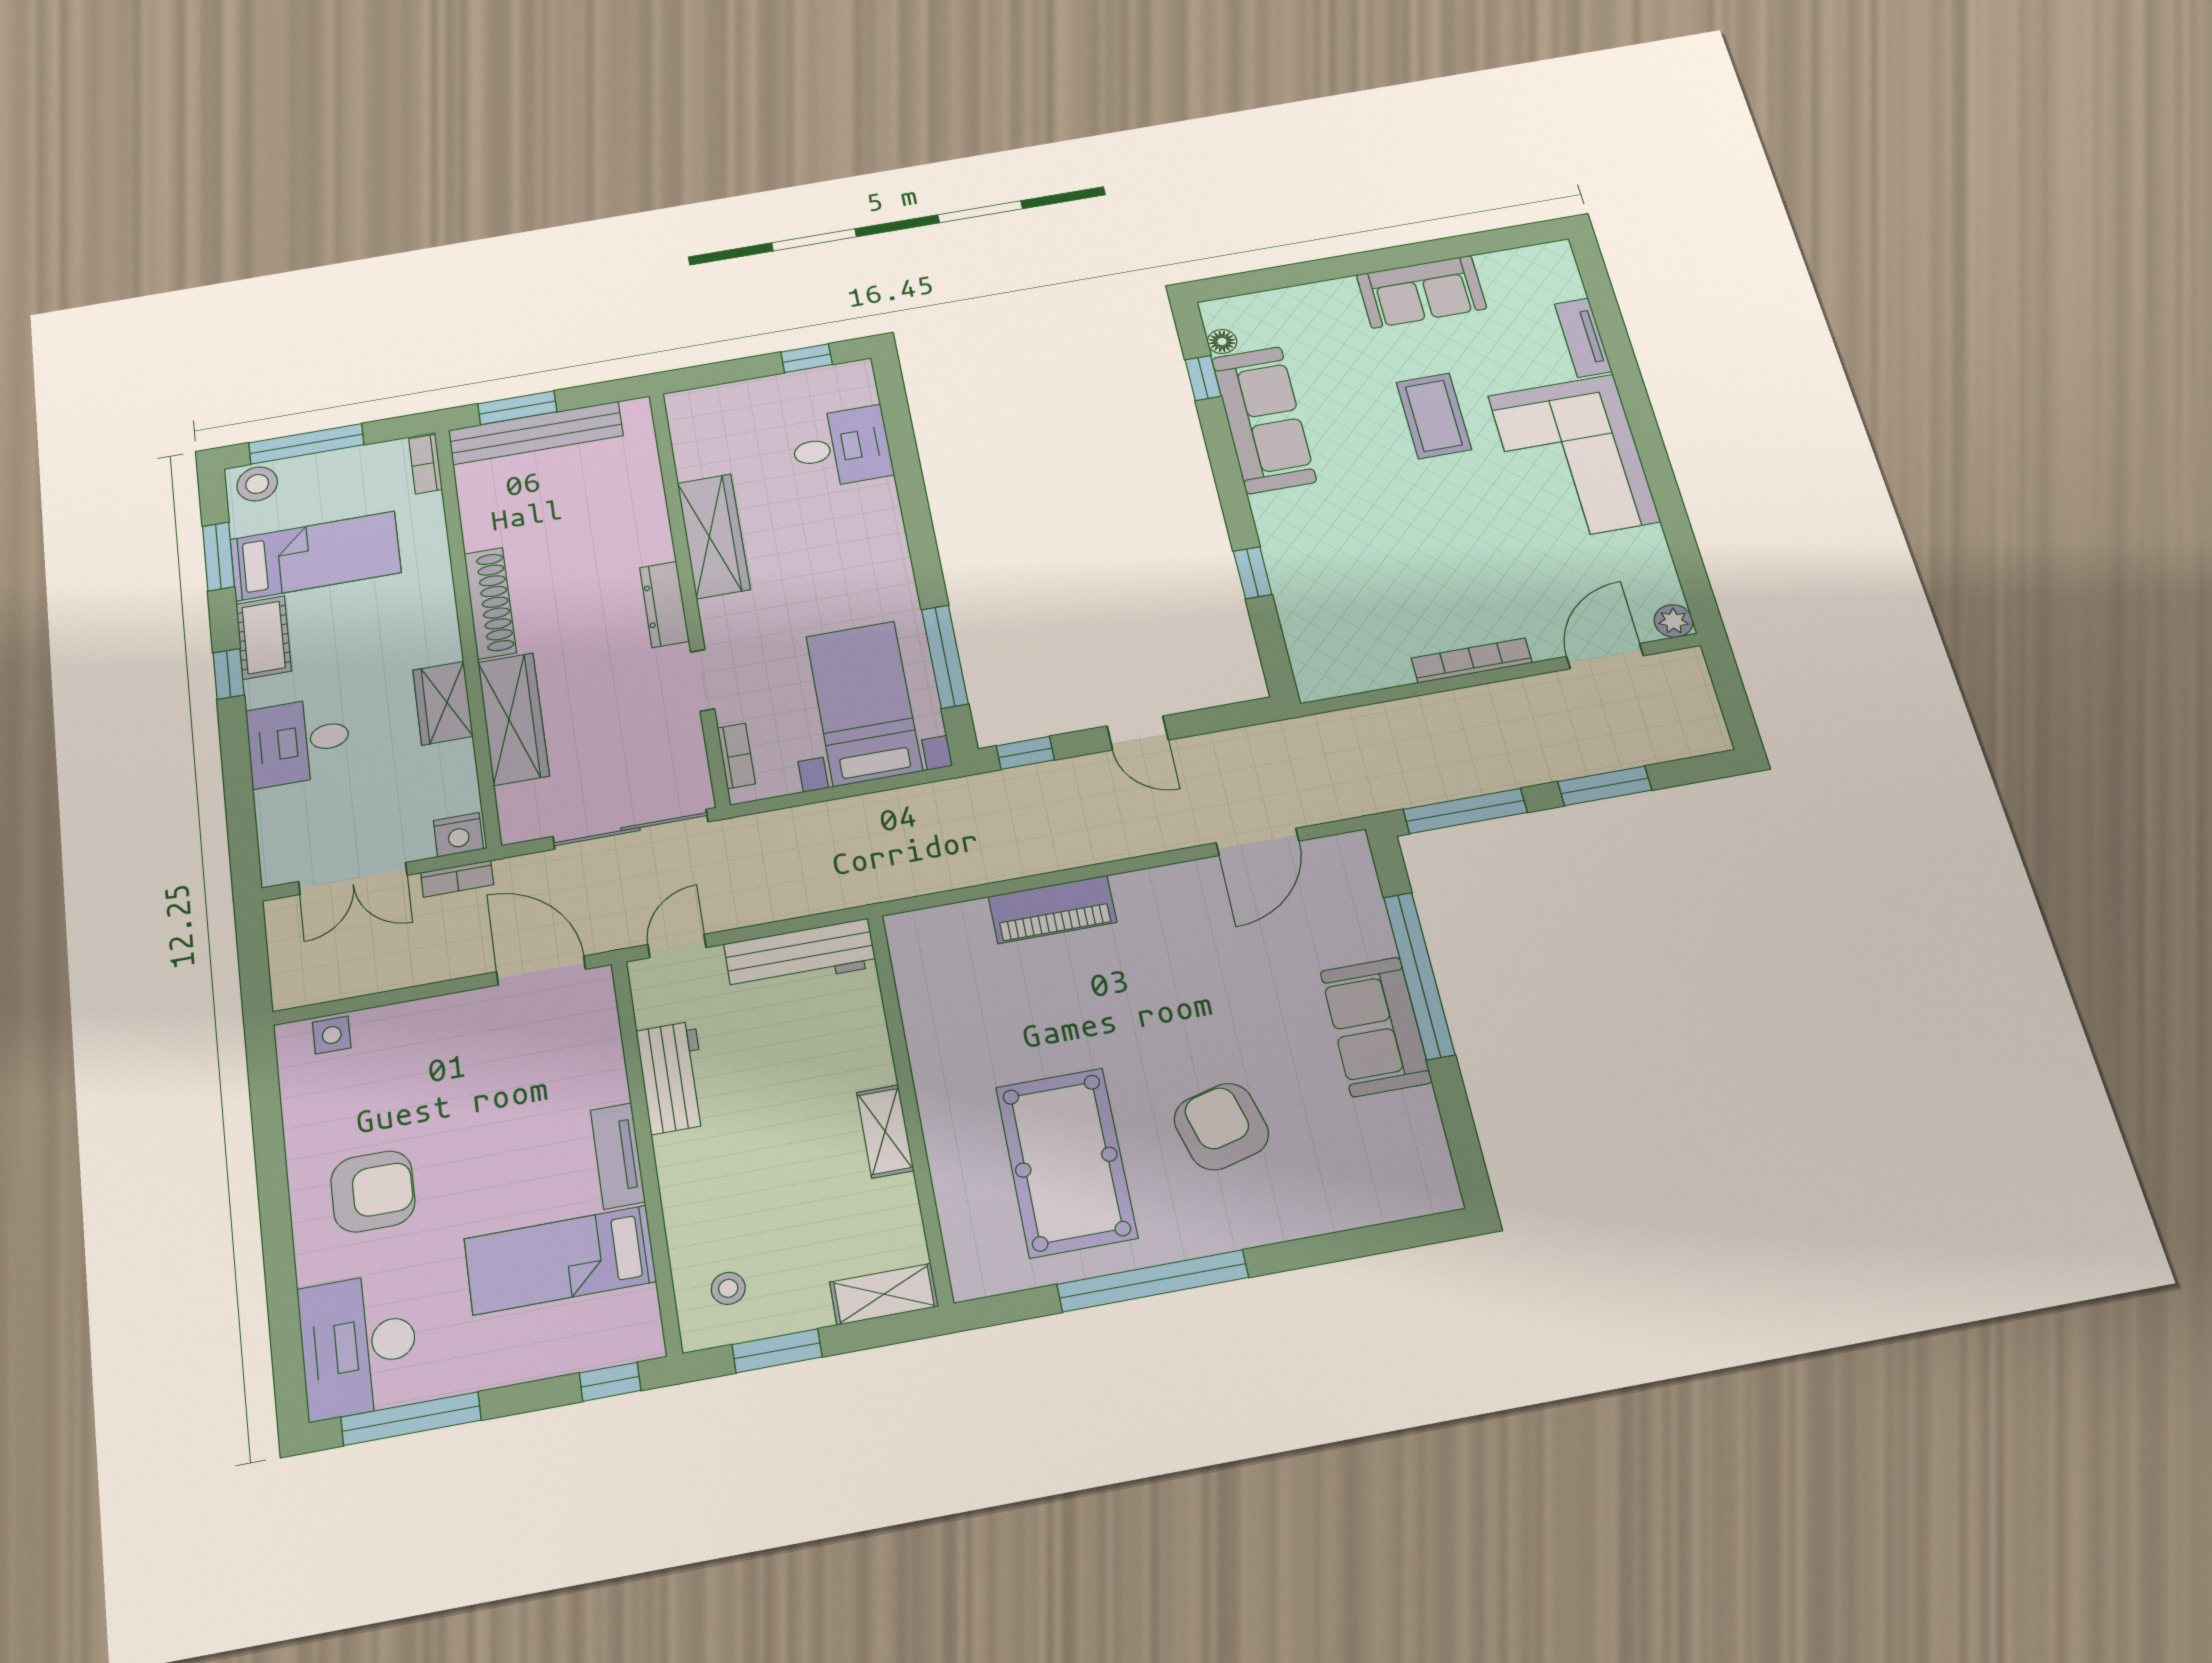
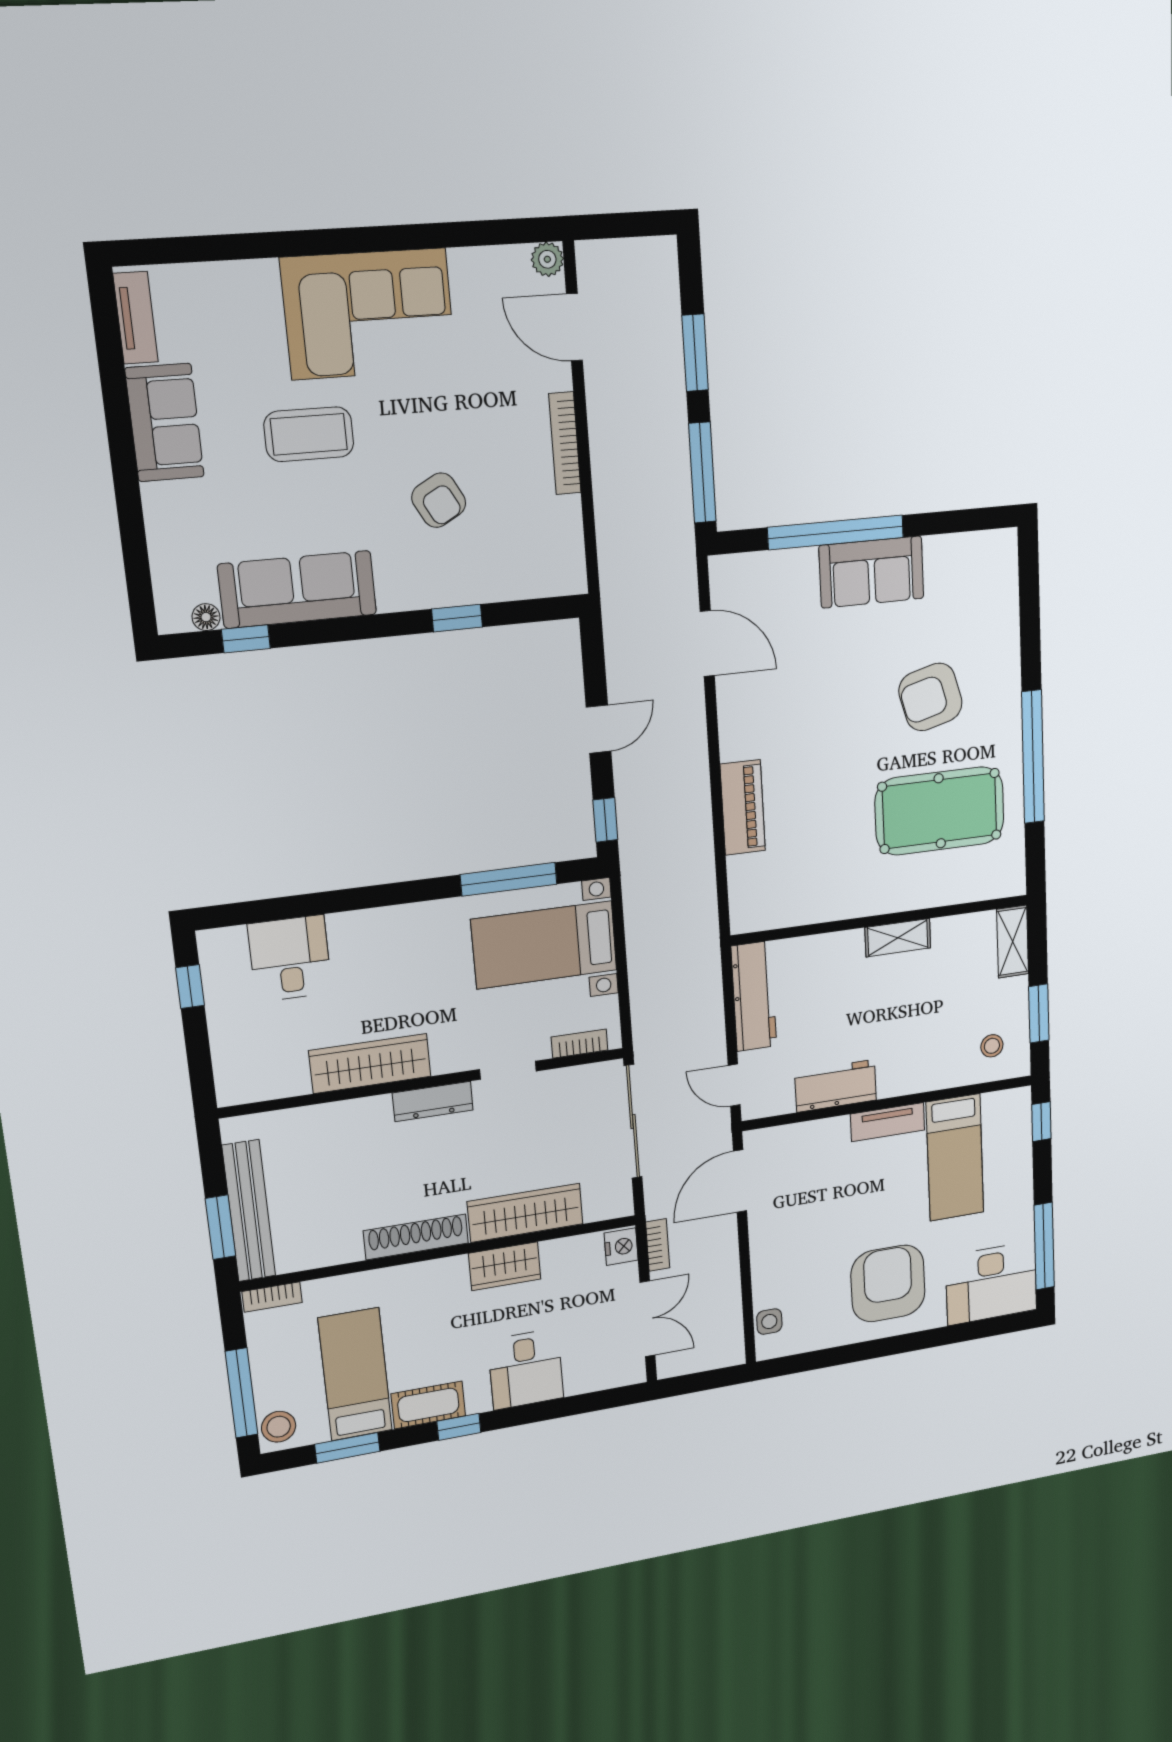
tv unit: (1583, 338) -> (136, 318), moved, turned -90
armchair: (1384, 542) -> (439, 500), added
armchair: (373, 1191) -> (888, 1283), width x1.36, depth x1.36

